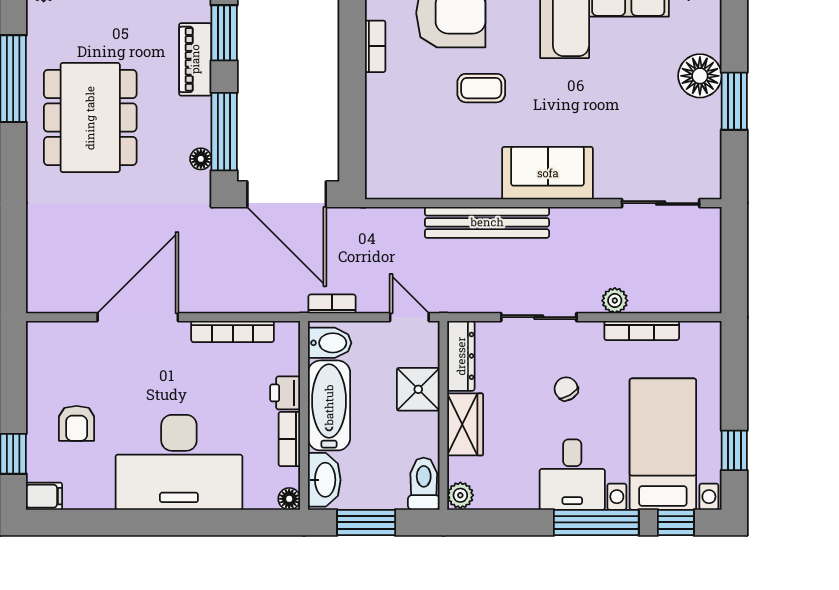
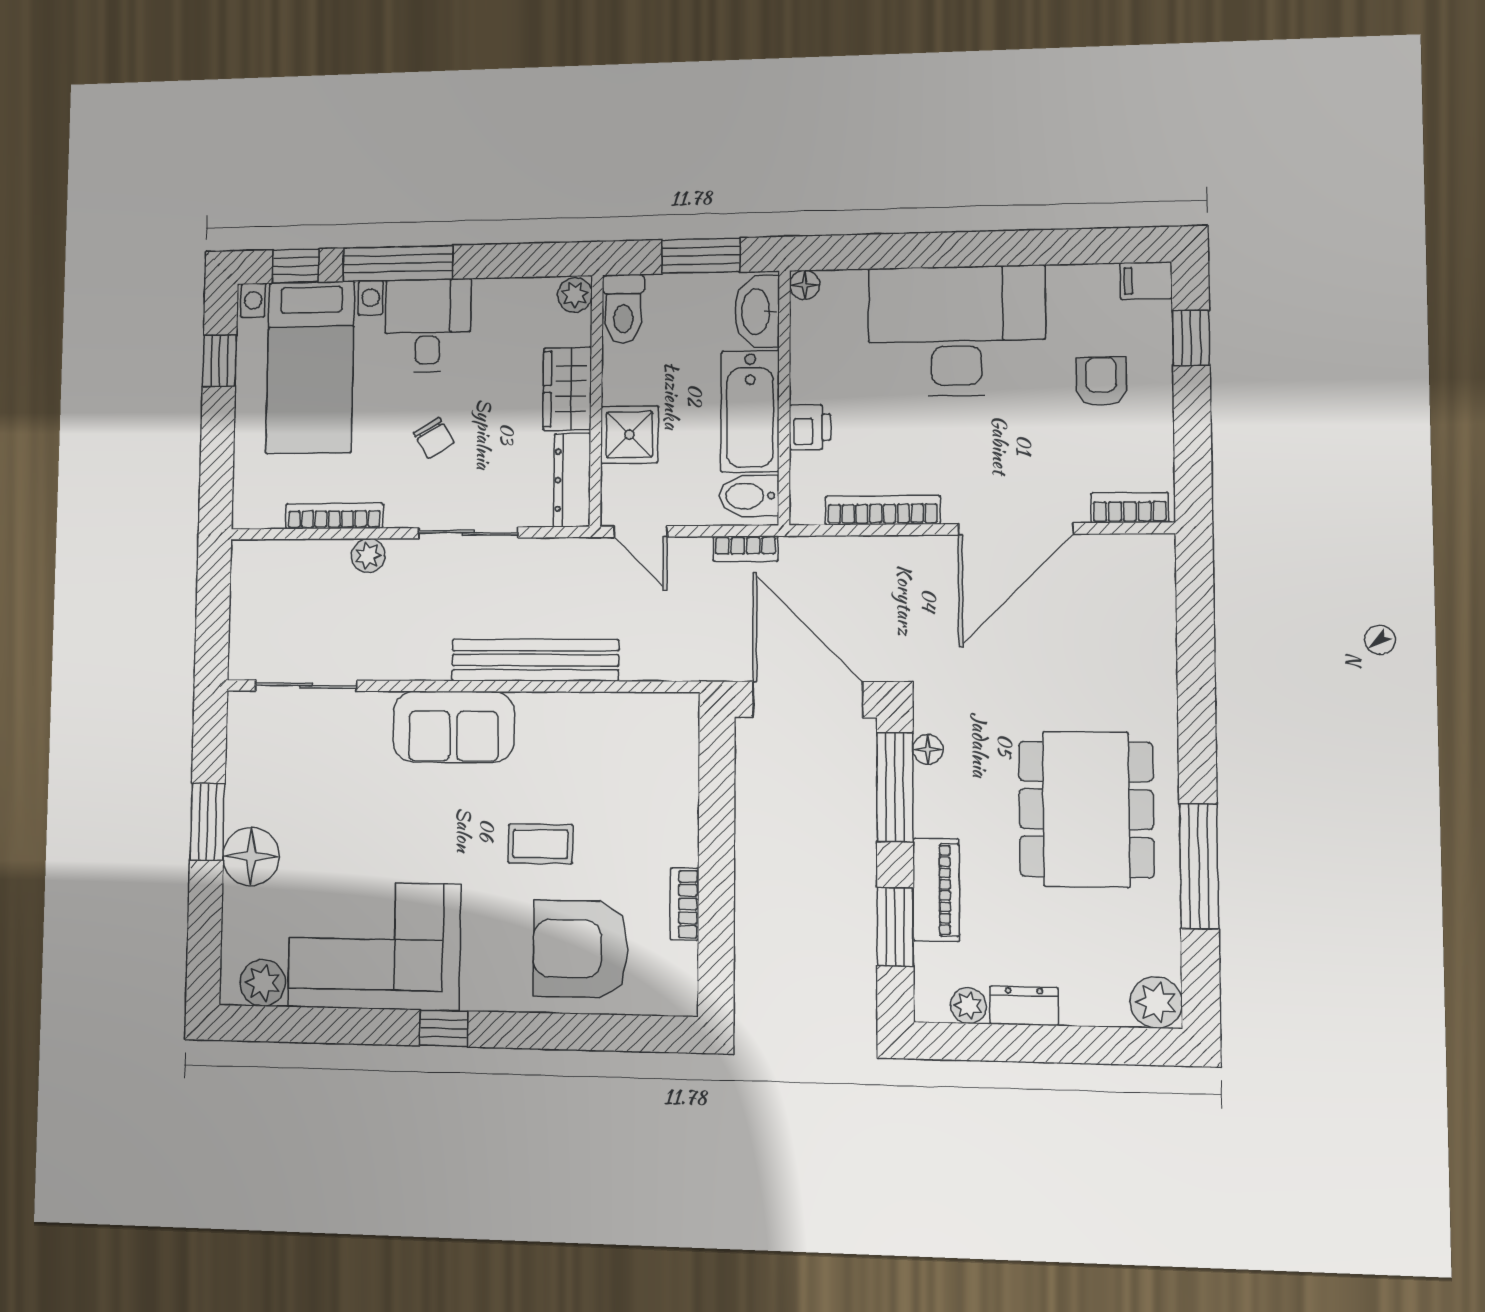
bookcase: (289, 439) -> (1130, 508), moved, turned -90

